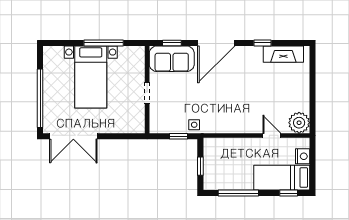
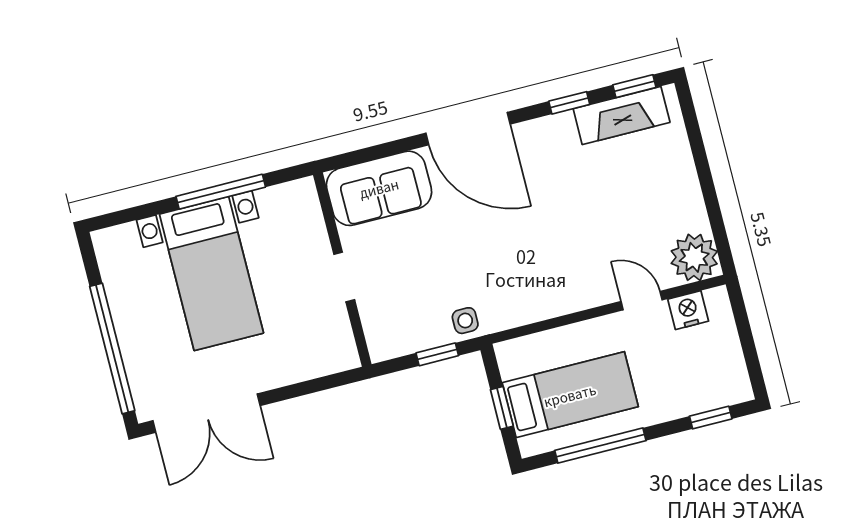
window: (172, 43) -> (634, 86), moved
door: (216, 43) -> (468, 129), hinge flipped
nightstand: (303, 156) -> (688, 310), moved, turned -90
bed: (282, 178) -> (570, 395), moved, turned 180

